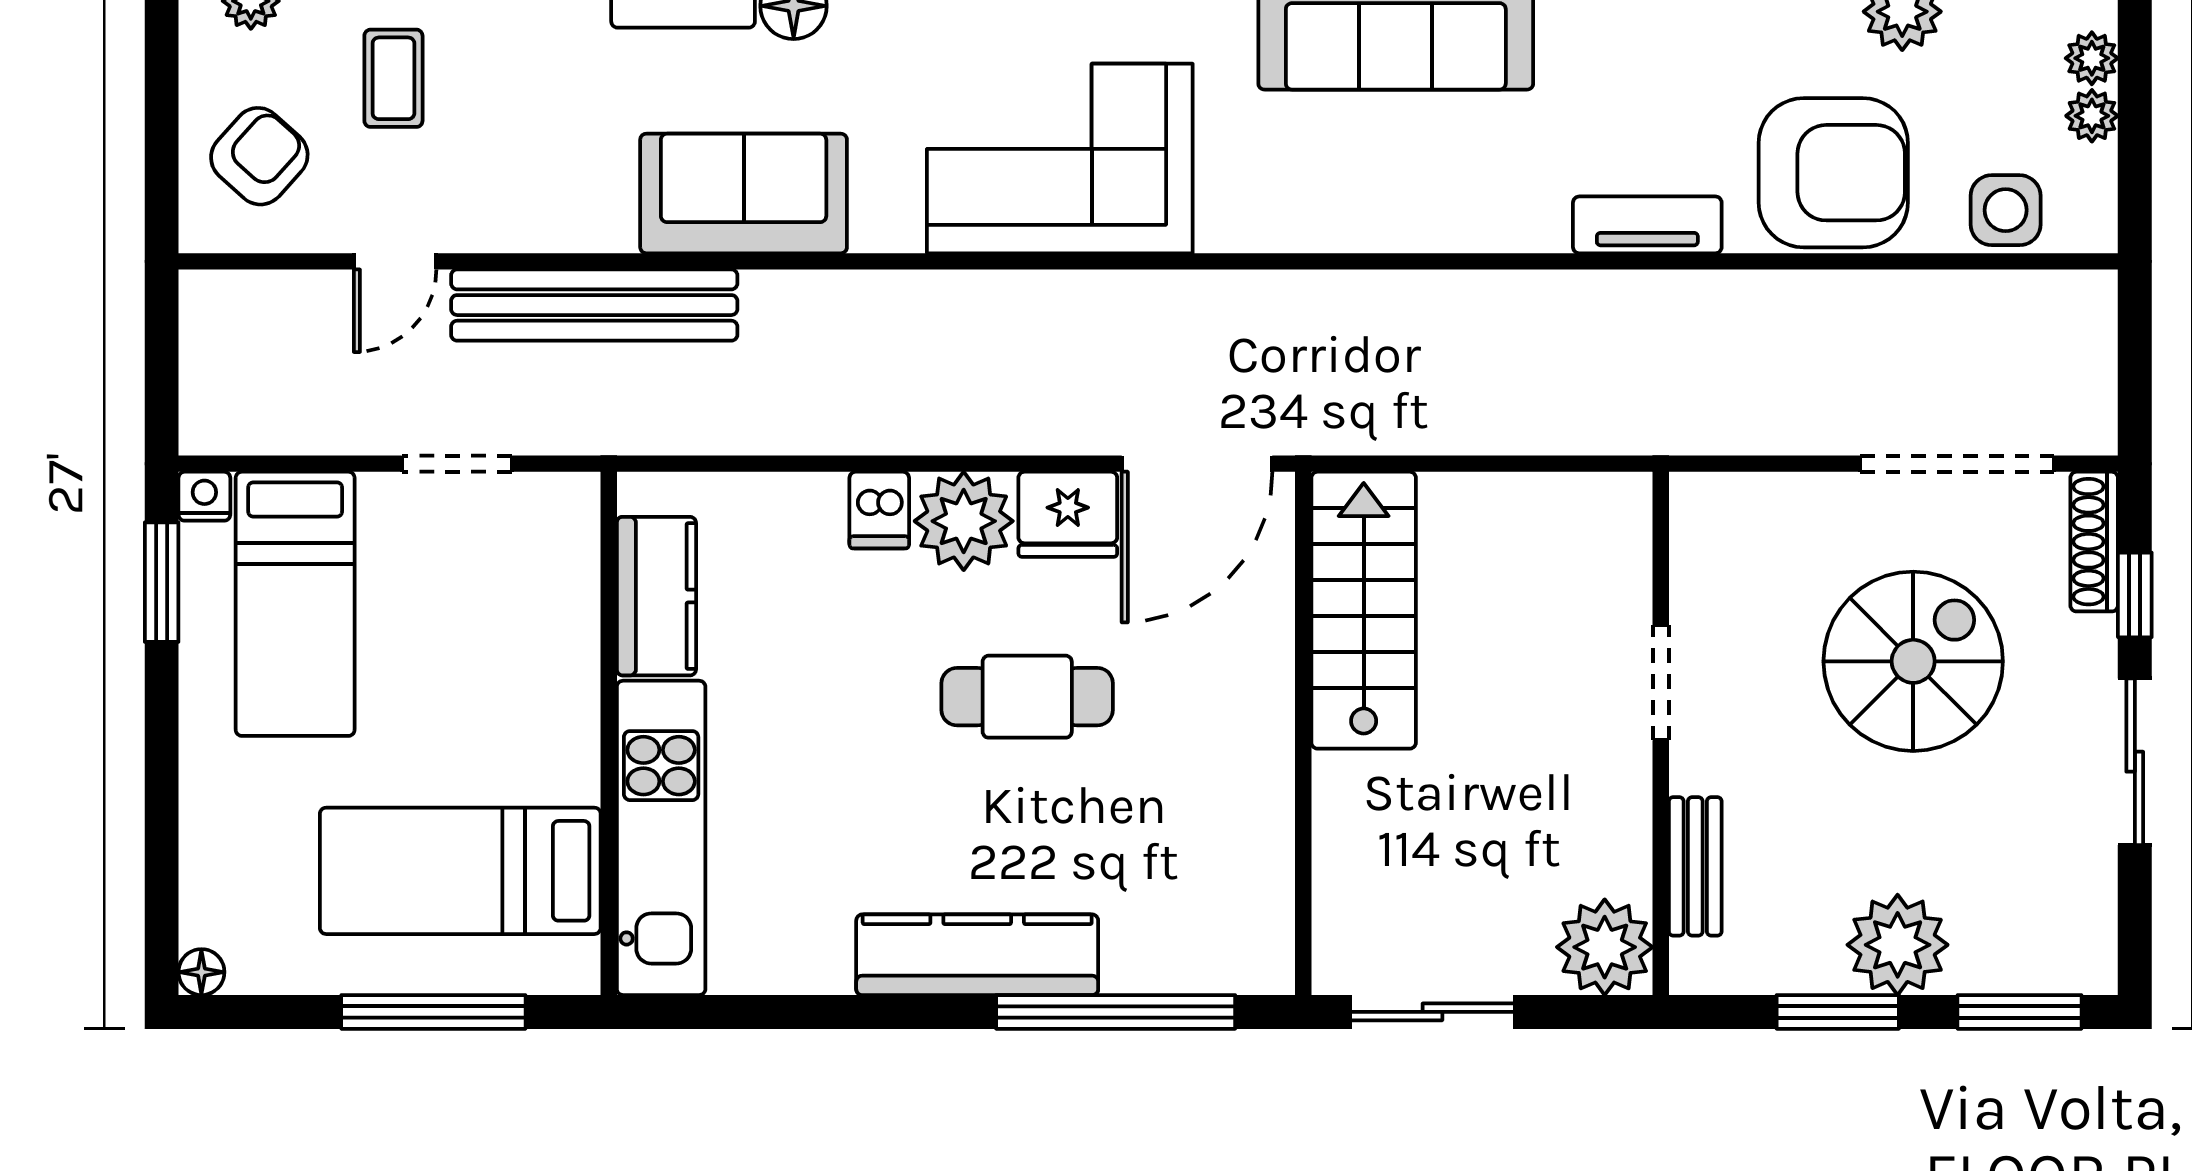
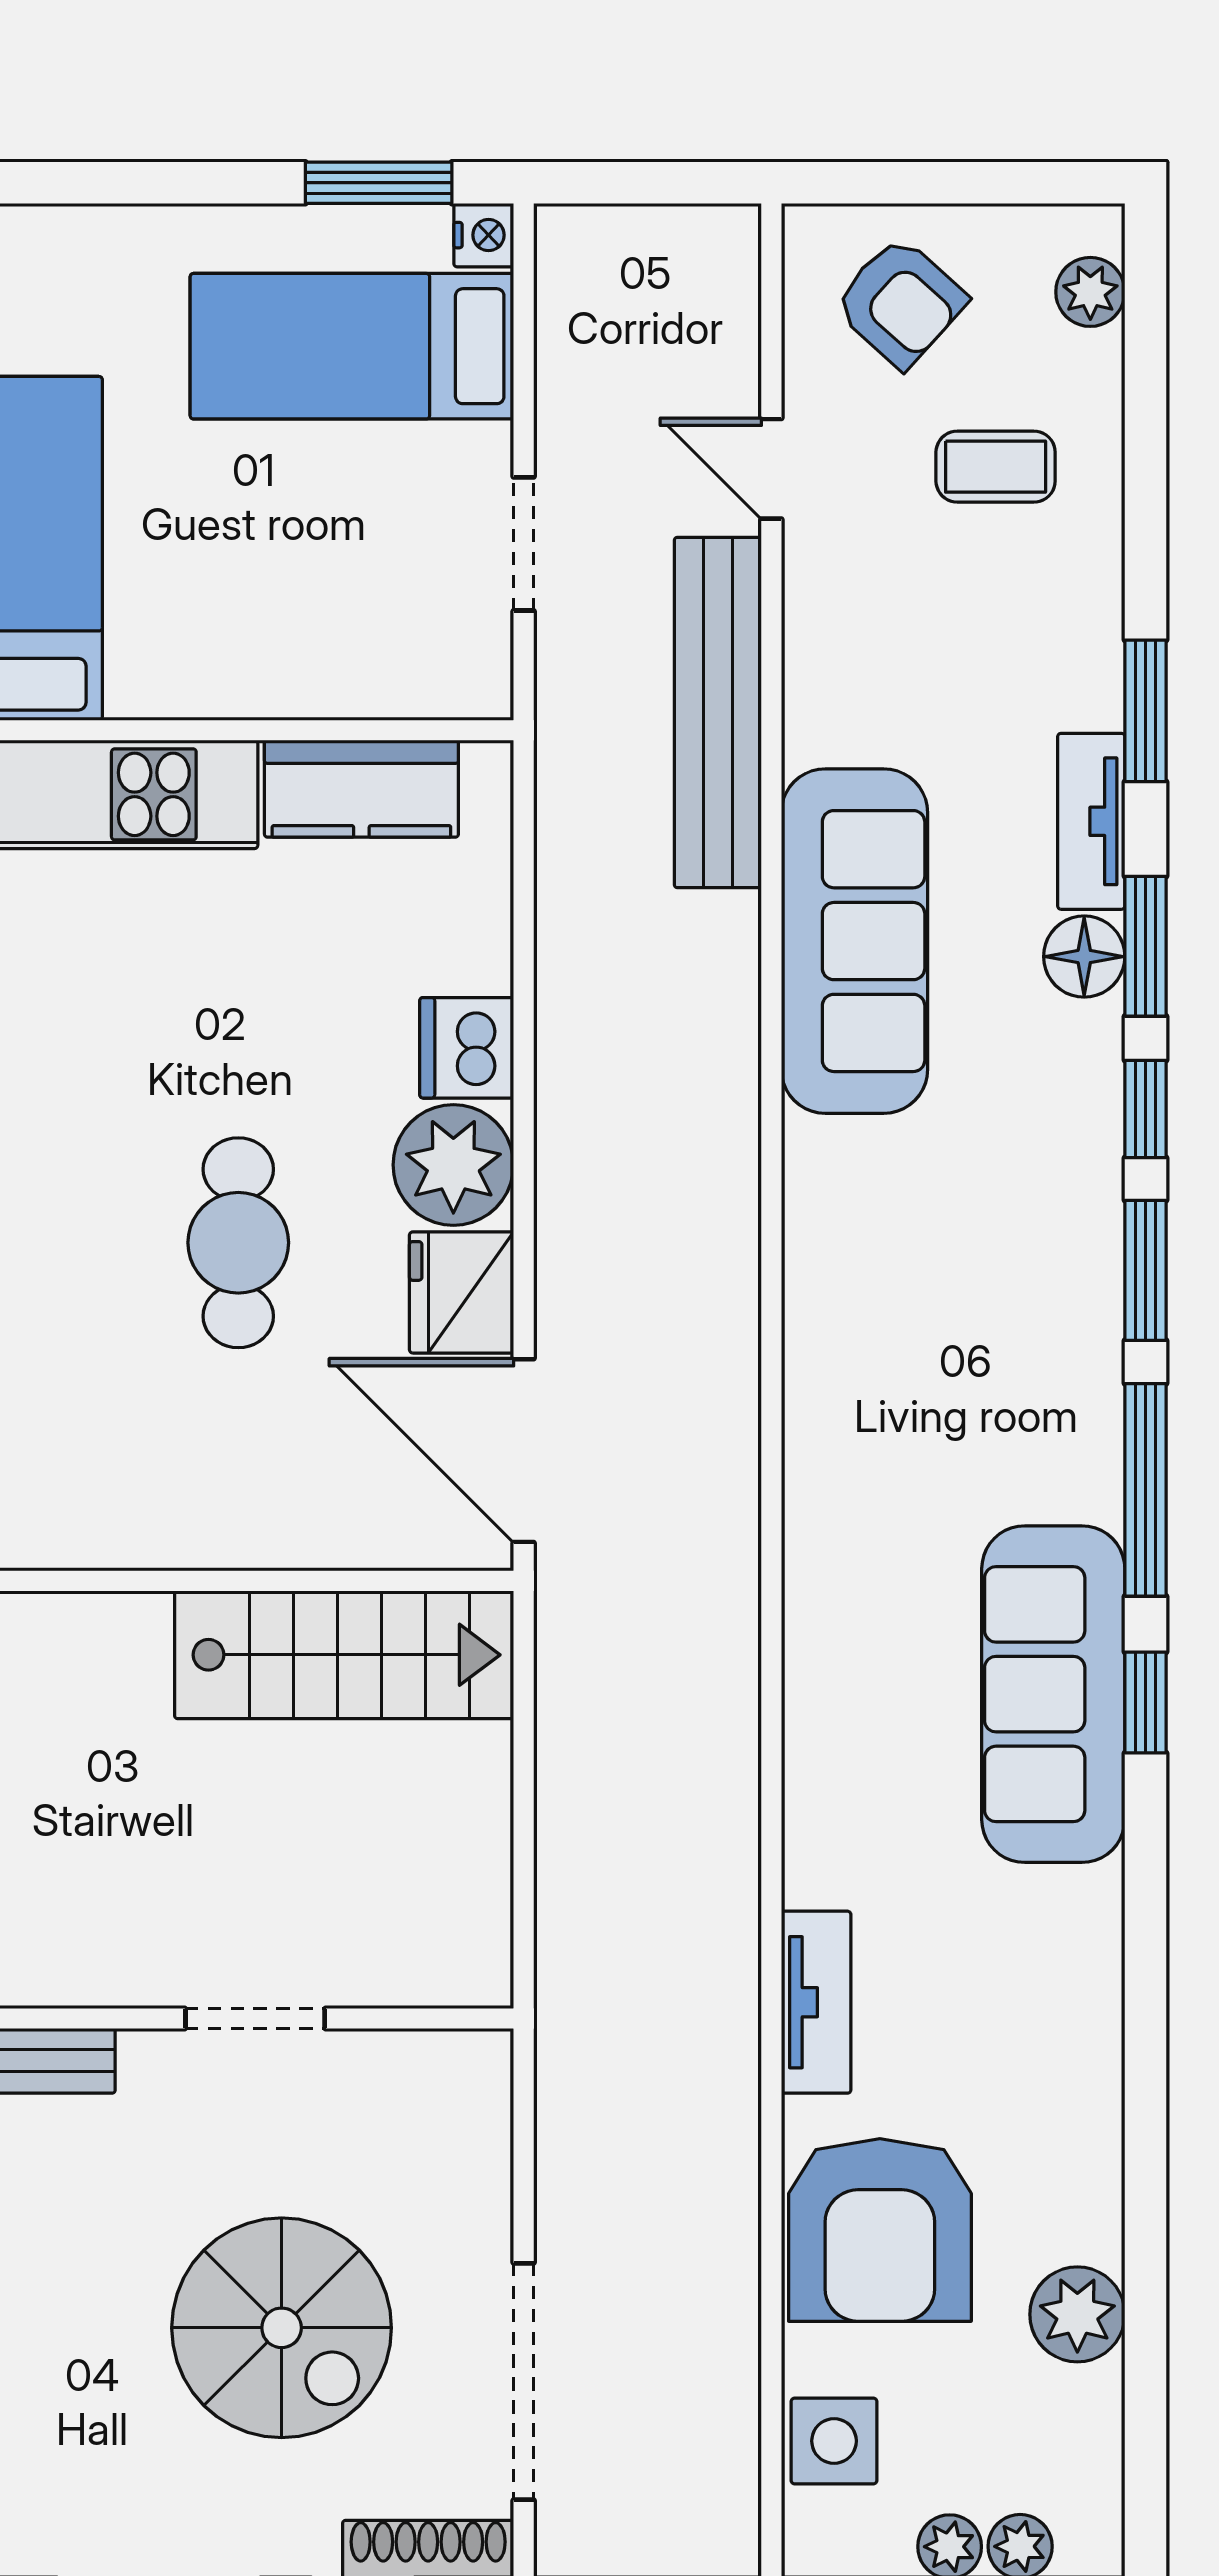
corner sofa: (1060, 158) -> (897, 1283), removed
sofa: (744, 193) -> (854, 941), width x1.36
dishwasher: (879, 510) -> (467, 1048), width x1.38

